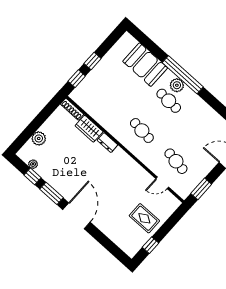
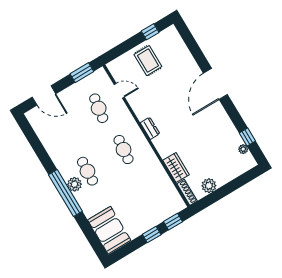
booth: (145, 65) -> (109, 230), moved
plant: (39, 138) -> (209, 186), moved
dresser: (107, 143) -> (150, 128), moved
window: (51, 193) -> (234, 114), removed

